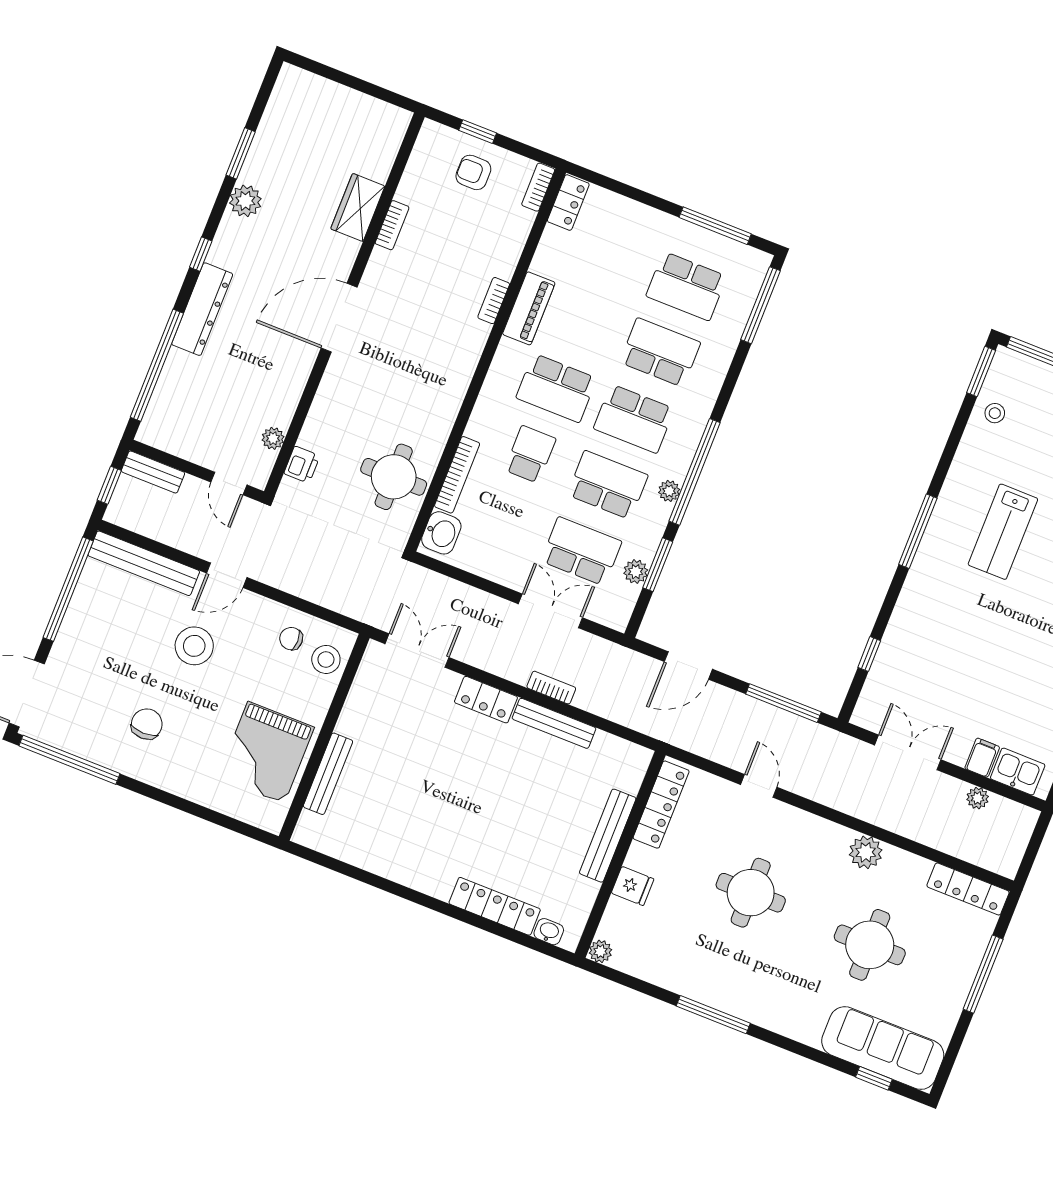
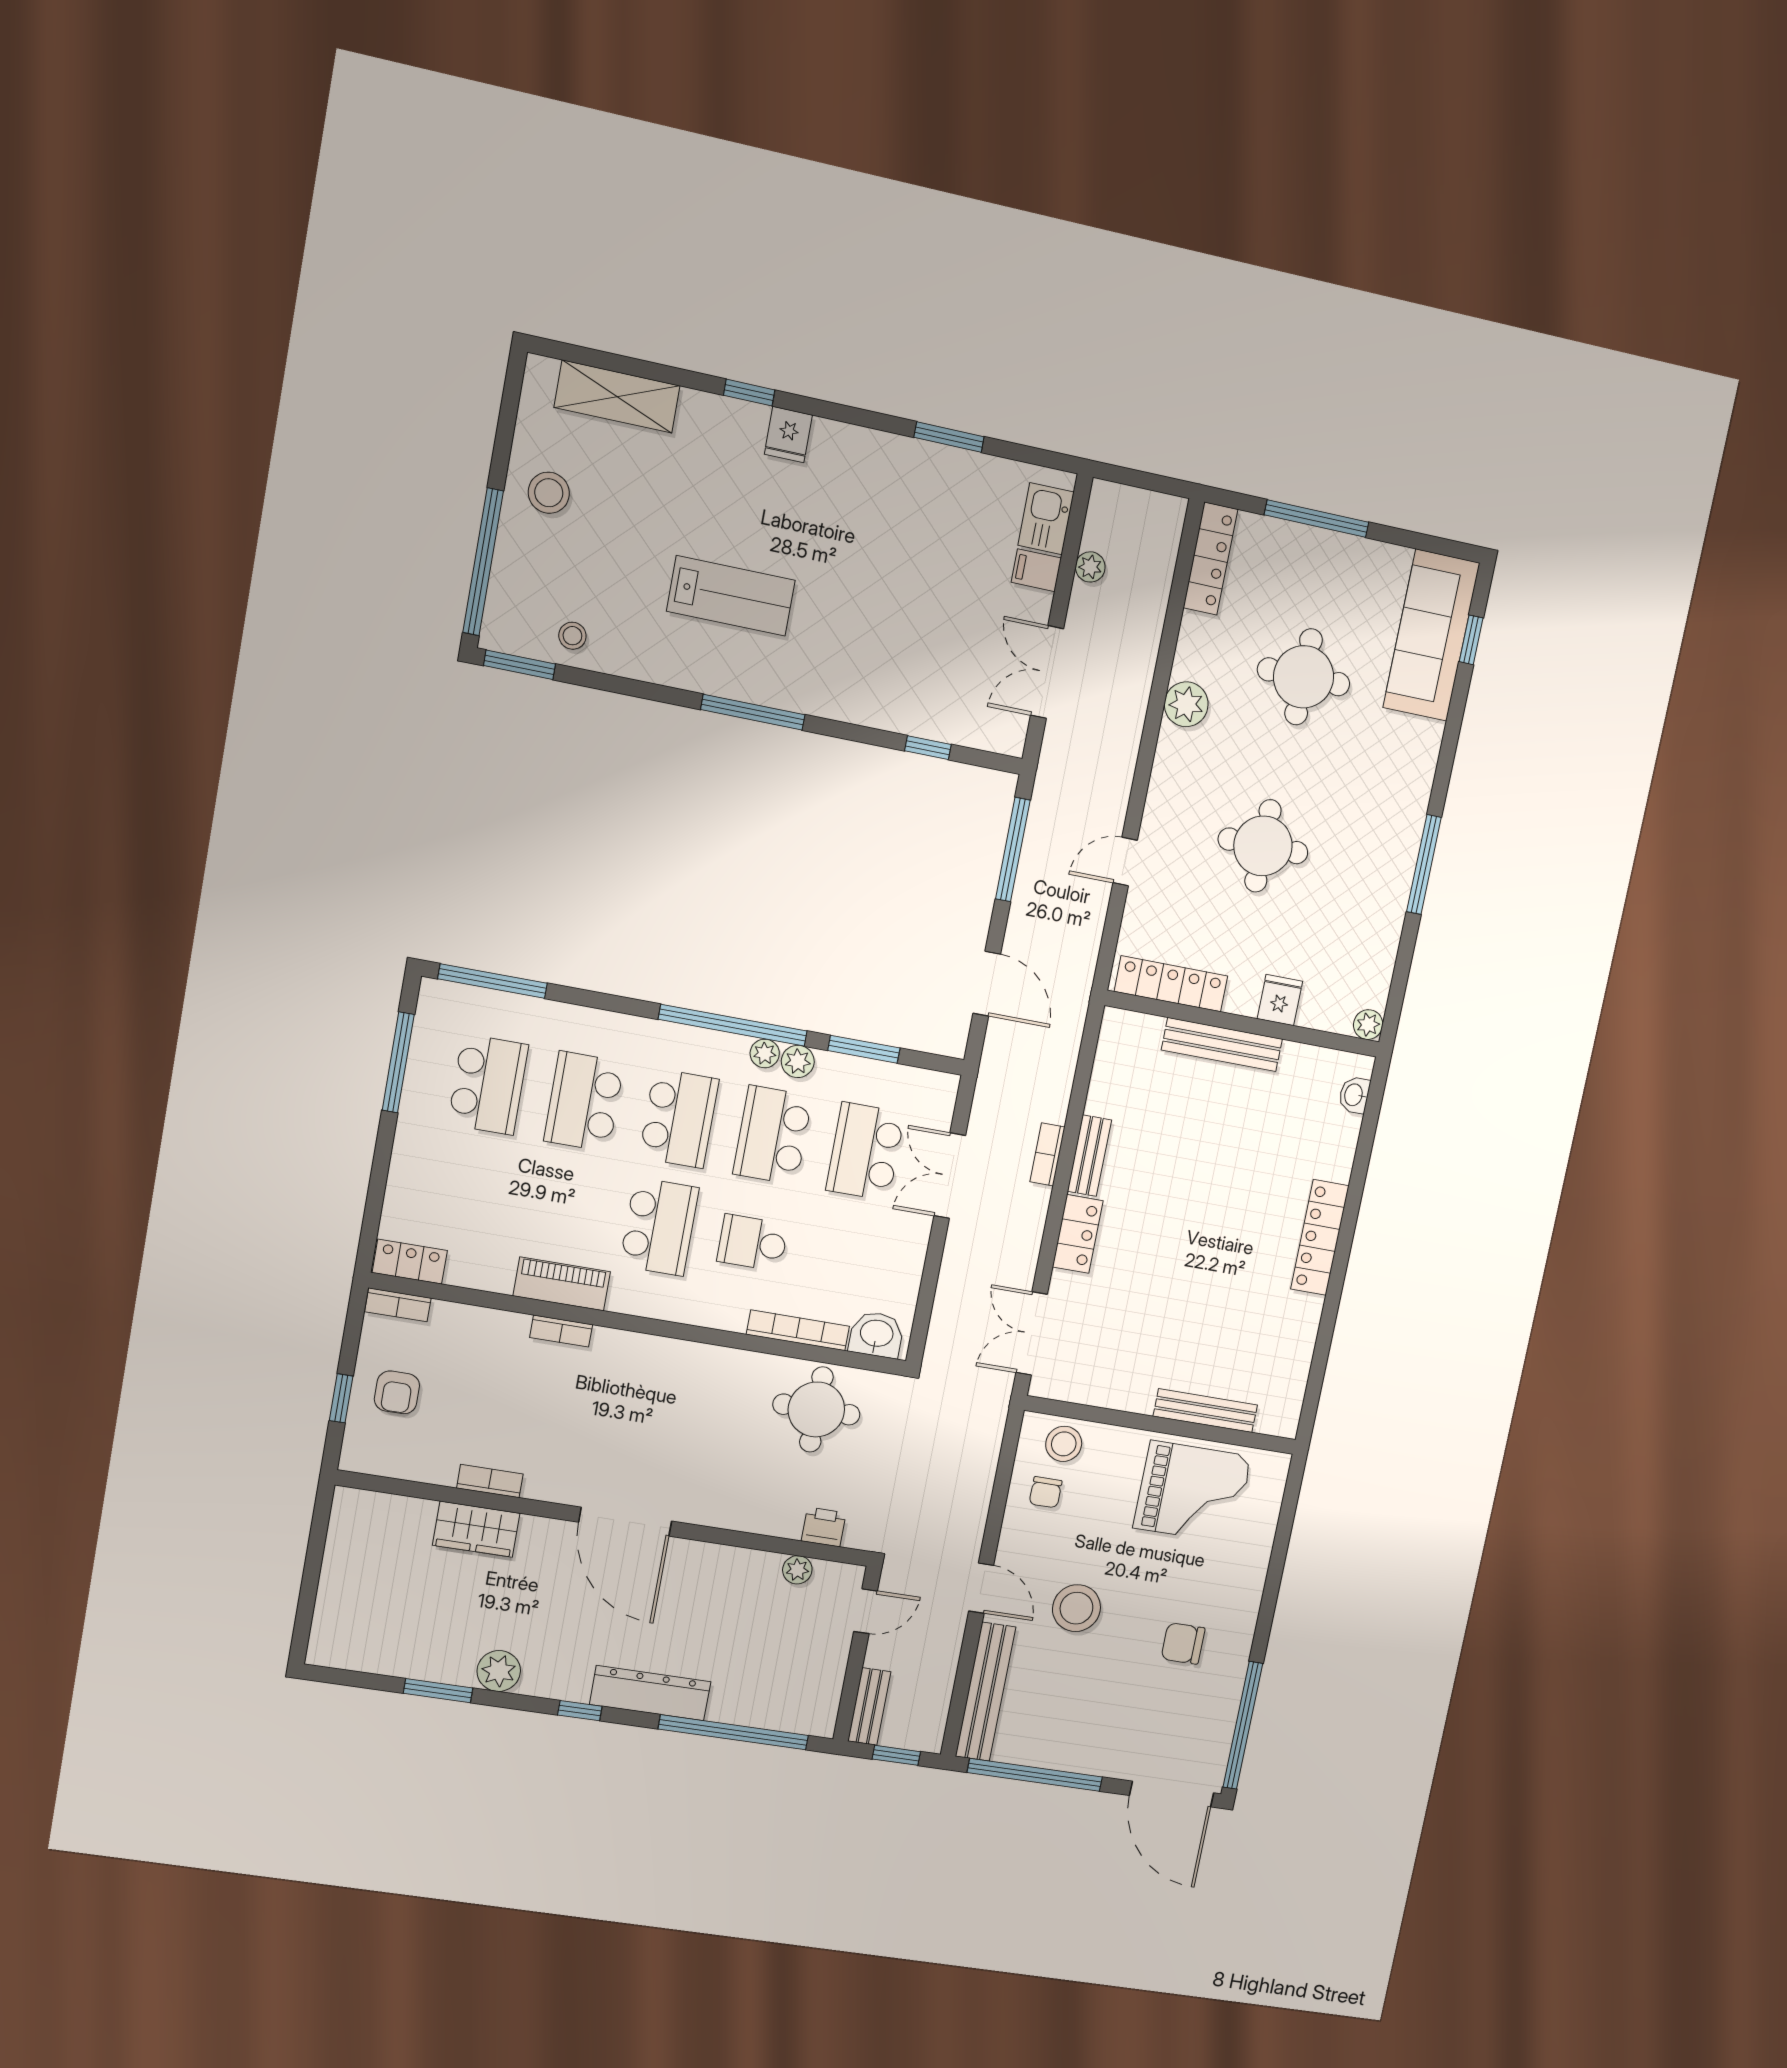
plant: (636, 572) -> (798, 1061), moved
bench: (554, 723) -> (1089, 1156), width x0.73
locker: (495, 906) -> (1320, 1237), moved

